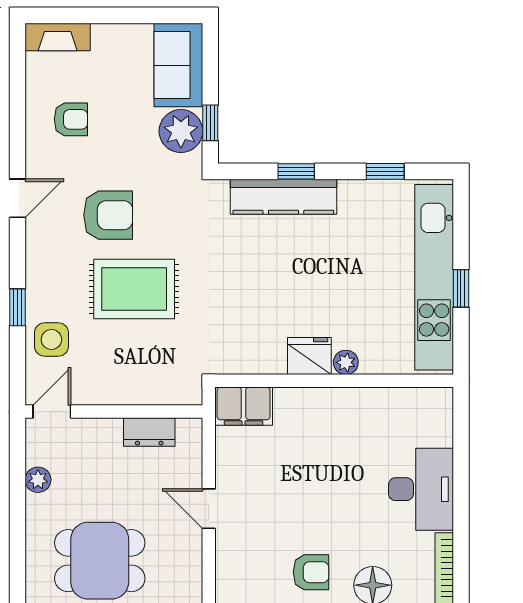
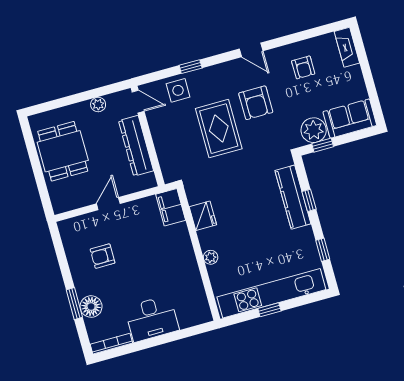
fridge: (309, 356) -> (203, 216), moved
dresser: (149, 432) -> (136, 146), width x1.96, depth x1.24
armchair: (311, 572) -> (103, 256), moved, turned 90

